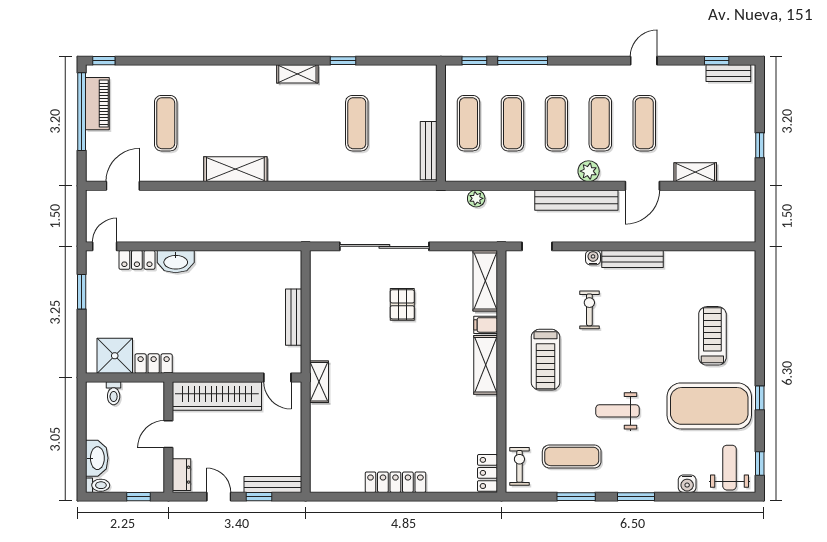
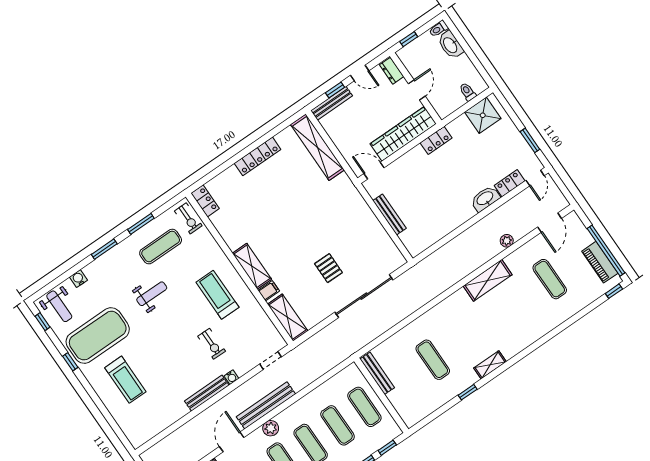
plant: (476, 198) -> (507, 241), moved
locker: (154, 364) -> (436, 140), moved
shelving: (319, 382) -> (317, 147), moved, width x2.20, depth x1.33

